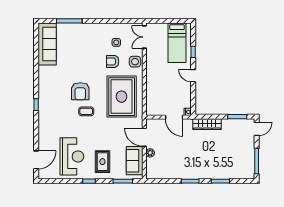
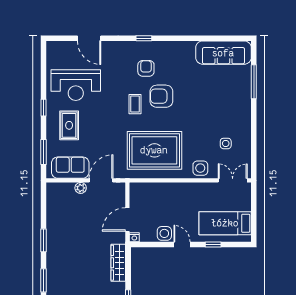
armchair: (113, 61) -> (146, 68), moved
door: (193, 76) -> (182, 245), hinge flipped
side table: (185, 89) -> (164, 233), added
door: (36, 160) -> (89, 38), moved
rug: (102, 162) -> (69, 125), turned 90

